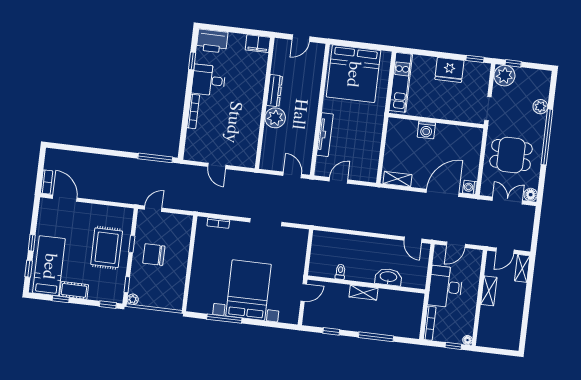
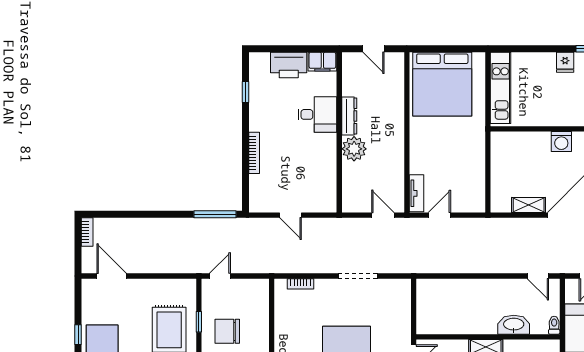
door: (301, 38) -> (374, 49), hinge flipped
printer: (212, 41) -> (289, 65), moved
fridge: (449, 70) -> (565, 62), width x0.53, depth x0.75
desk: (209, 80) -> (317, 114), moved, turned 180
washing machine: (426, 130) -> (561, 142), moved
tv unit: (325, 135) -> (416, 193), moved, width x0.71
shelving: (397, 179) -> (529, 205), moved
bookcase: (47, 182) -> (87, 232), moved
toilet: (340, 272) -> (554, 325), moved

